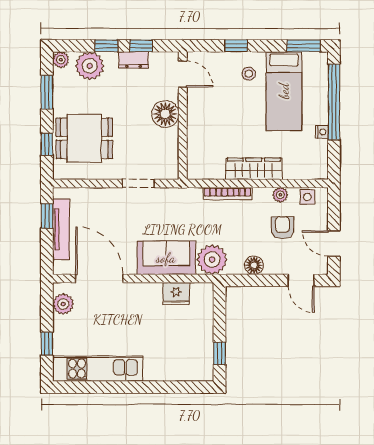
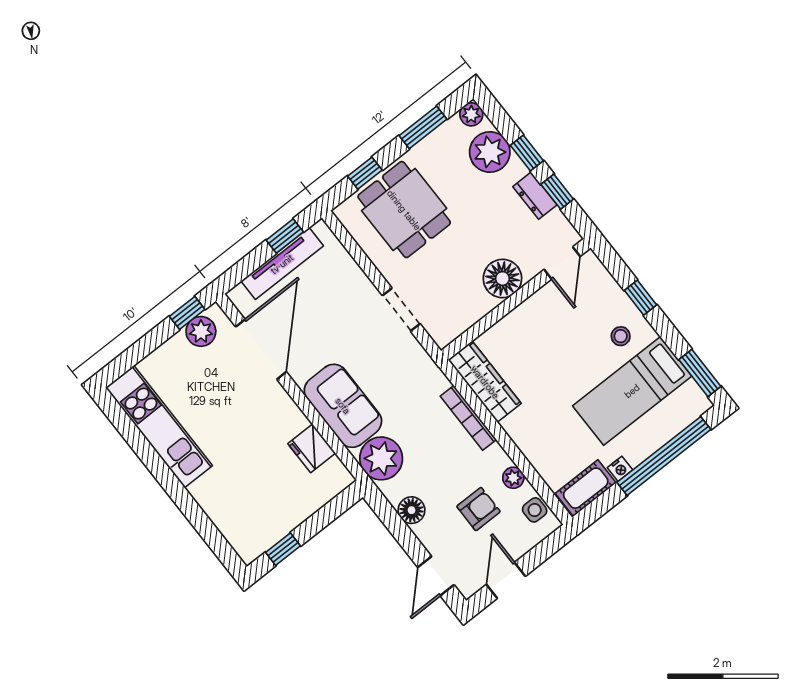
cot: (318, 159) -> (586, 488), added
wardrobe: (254, 169) -> (485, 382), moved
window: (47, 344) -> (187, 313), moved

